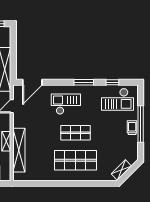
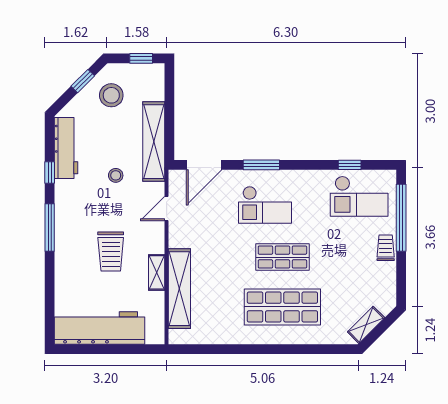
window: (84, 82) -> (261, 165), moved
checkout: (66, 104) -> (265, 205), turned 180
window: (141, 124) -> (401, 218), moved

